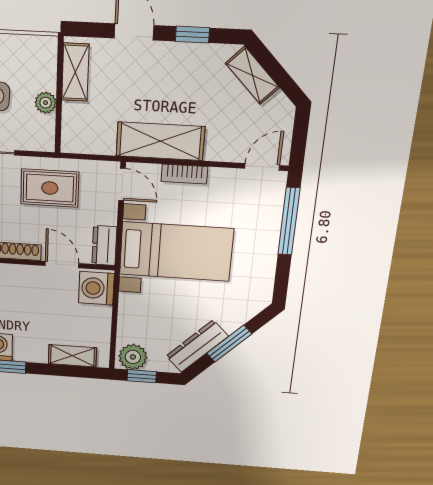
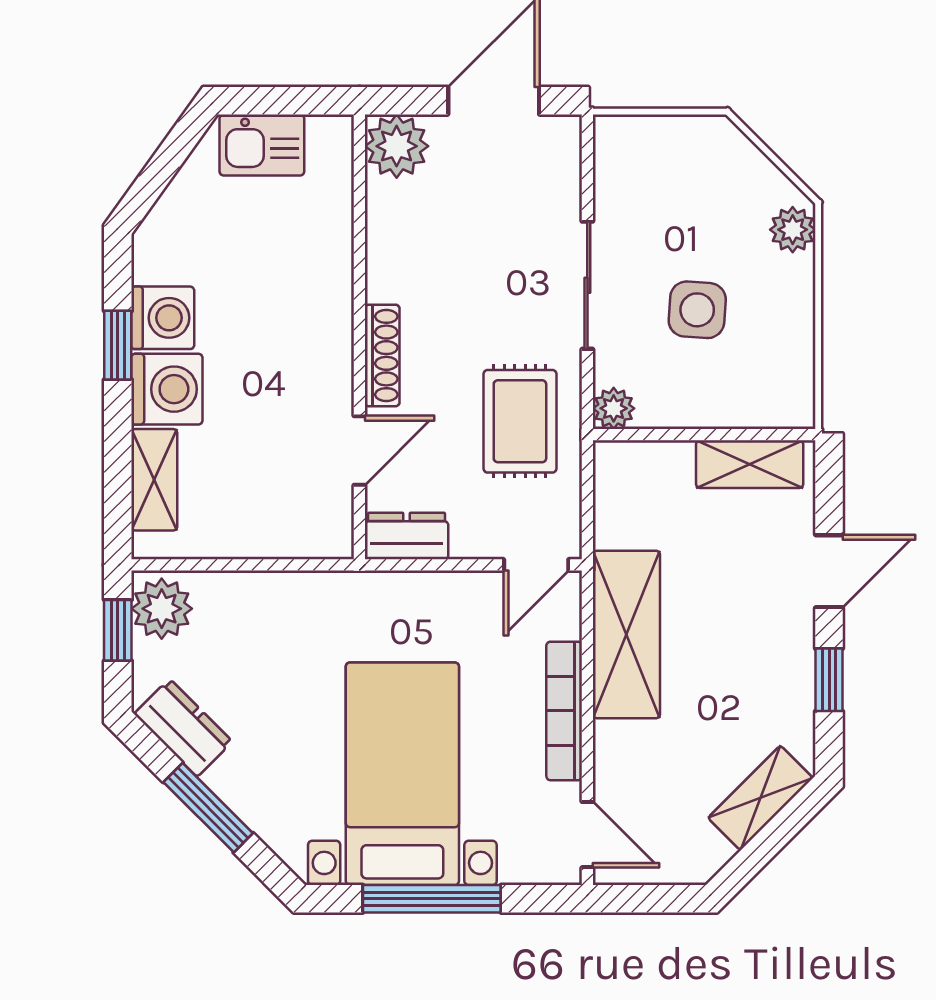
plant: (46, 103) -> (614, 408), moved
bookcase: (184, 174) -> (564, 711), width x1.56
window: (289, 221) -> (432, 899), moved
bed with nightstands: (176, 252) -> (402, 774), moved, turned 180
washing machine: (96, 288) -> (167, 389), moved, turned 90
dresser: (197, 346) -> (183, 728), width x0.70

